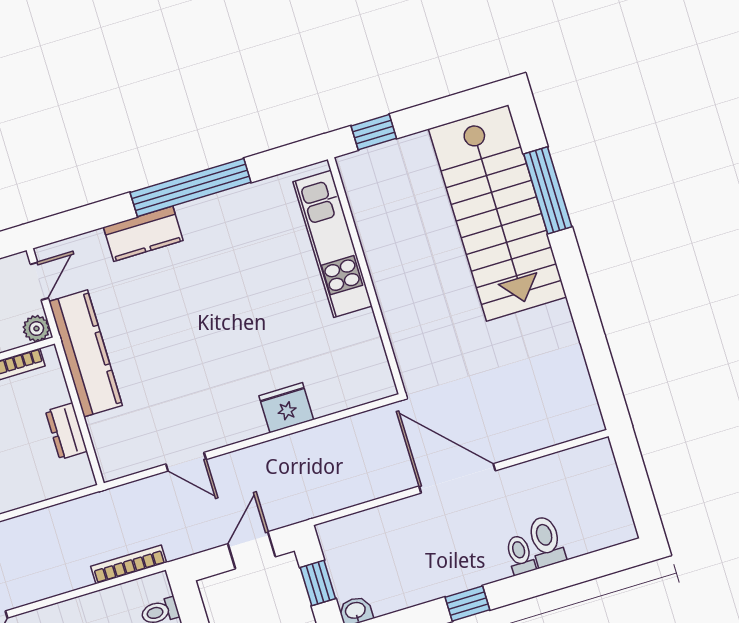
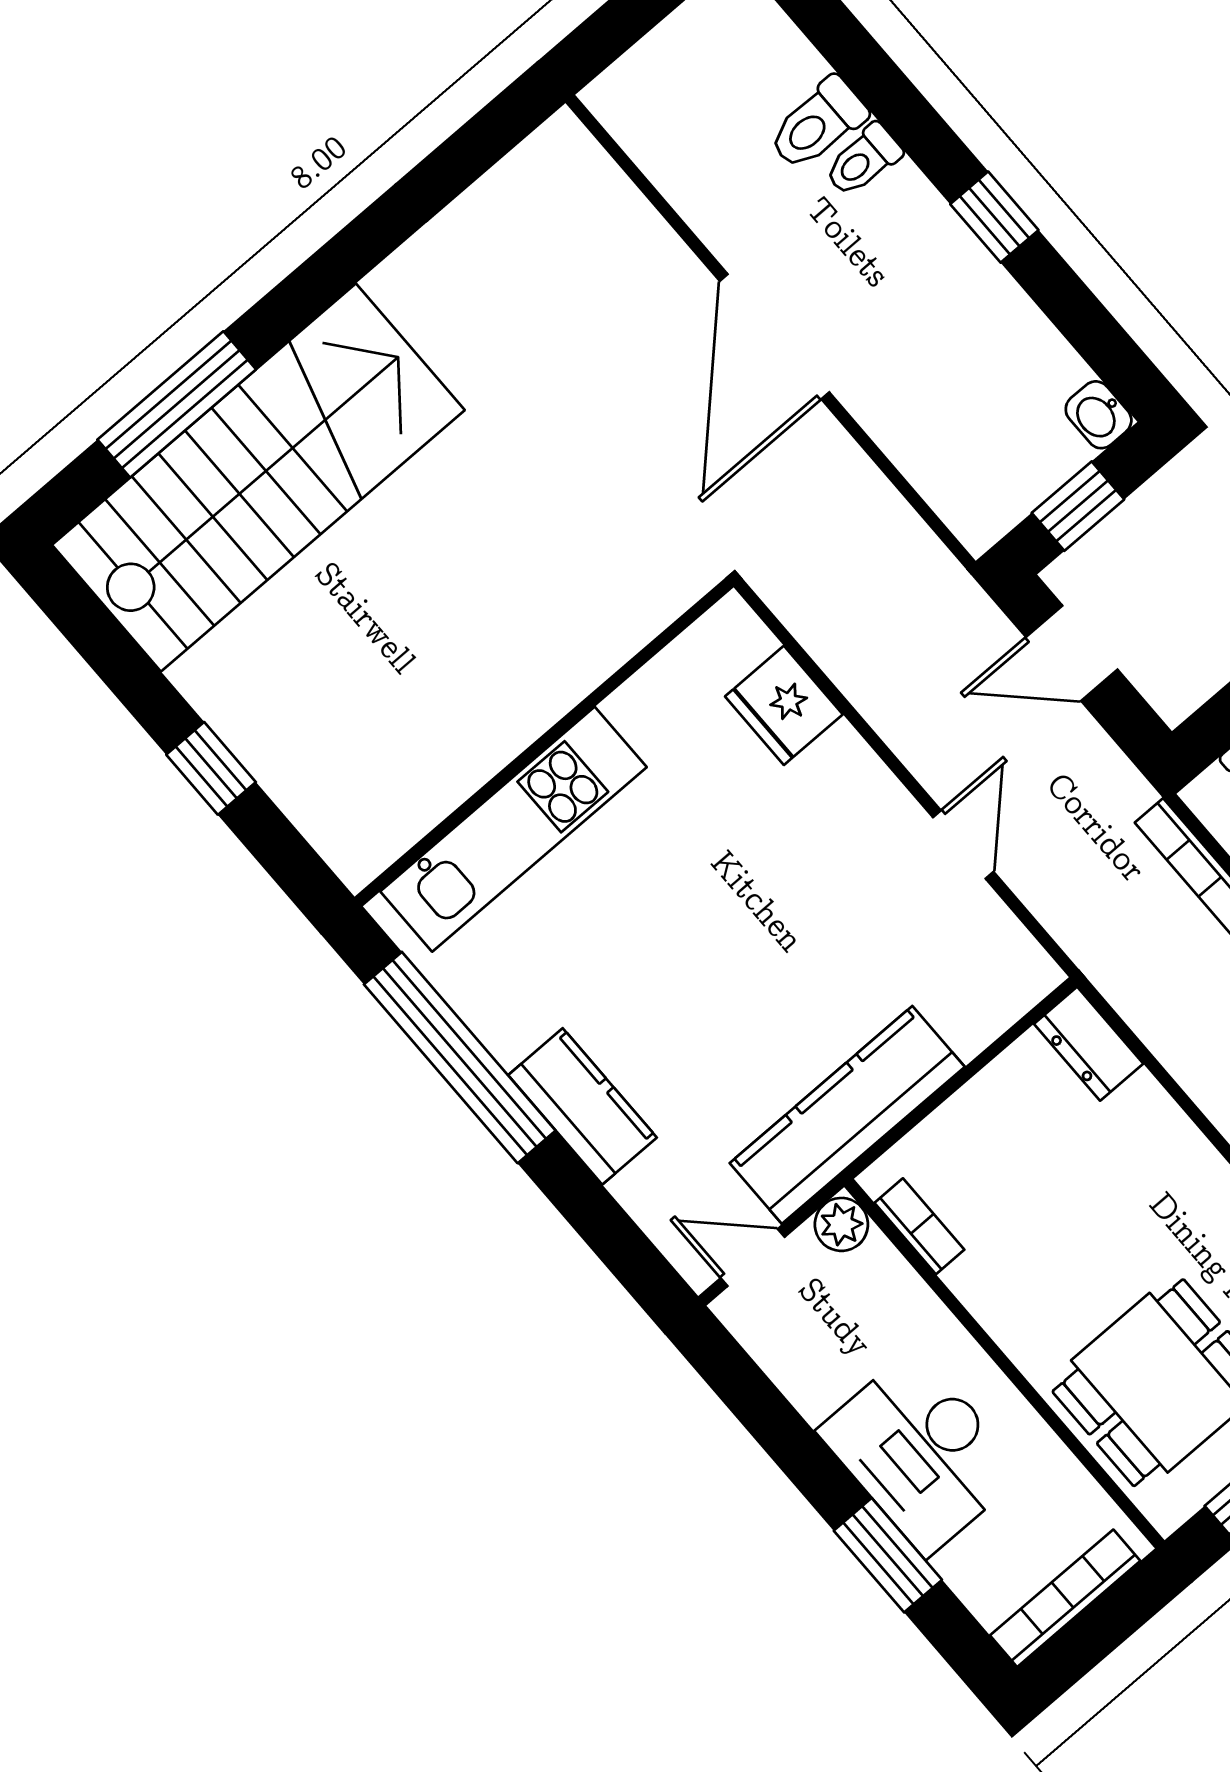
kitchen unit: (333, 244) -> (513, 829), moved
wall: (366, 276) -> (544, 742), moved
dresser: (66, 431) -> (1089, 1044), moved, turned 90

